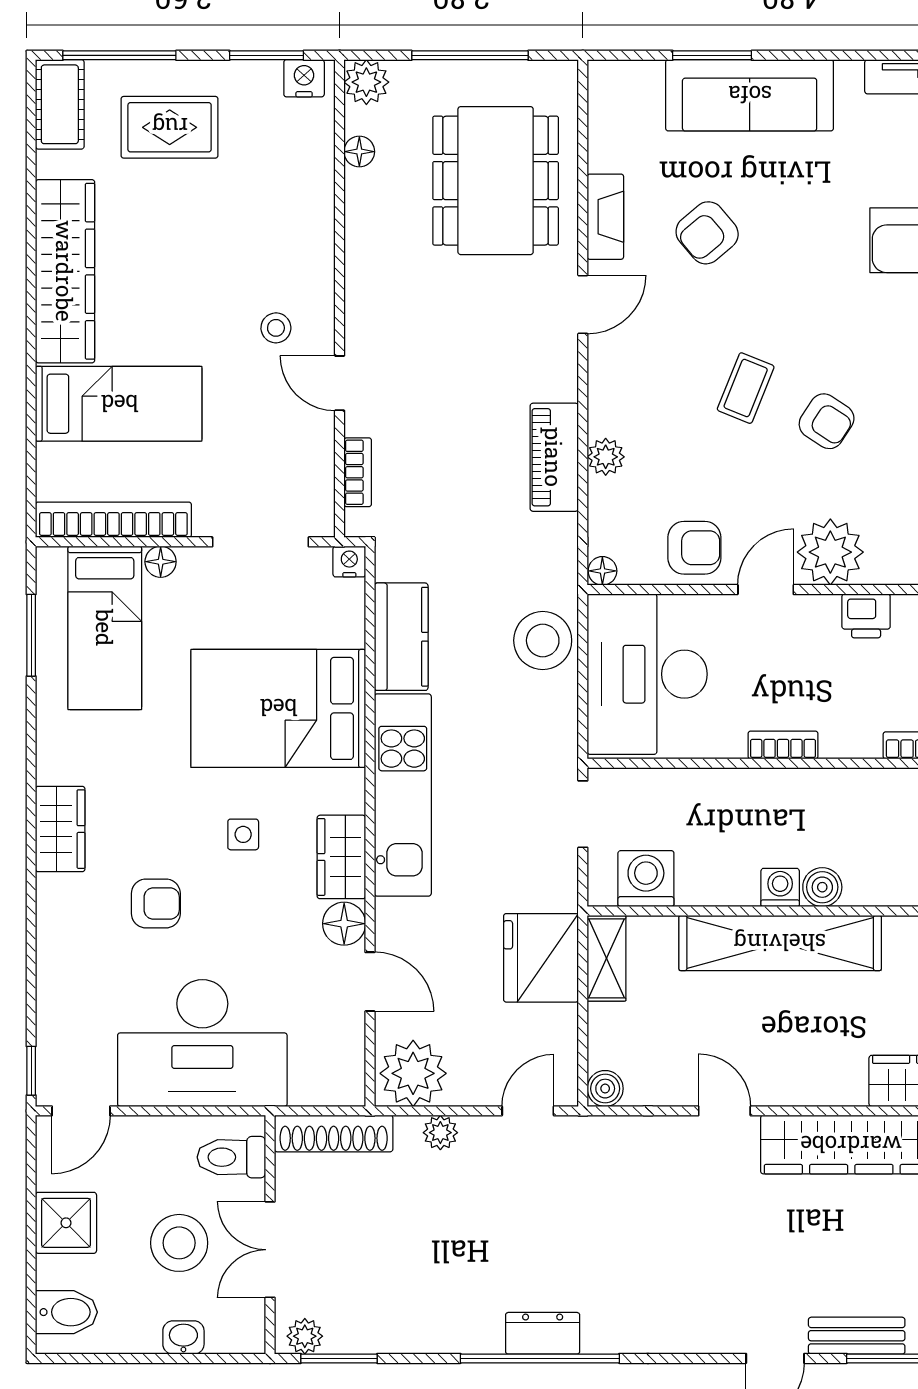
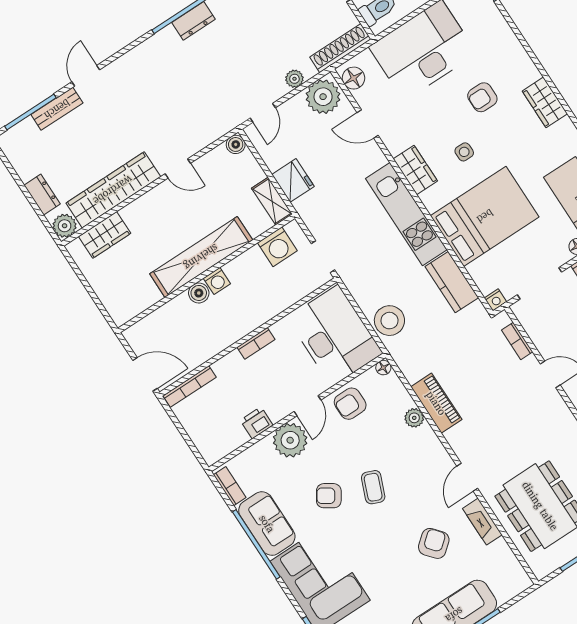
floor lamp: (344, 924) -> (353, 78), moved
fridge: (541, 958) -> (293, 180), width x0.73, depth x0.75

